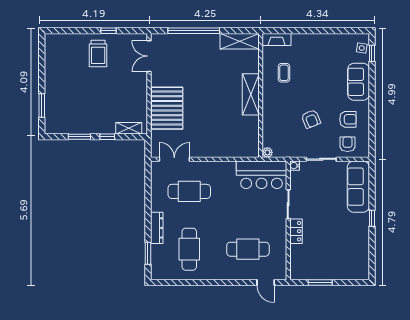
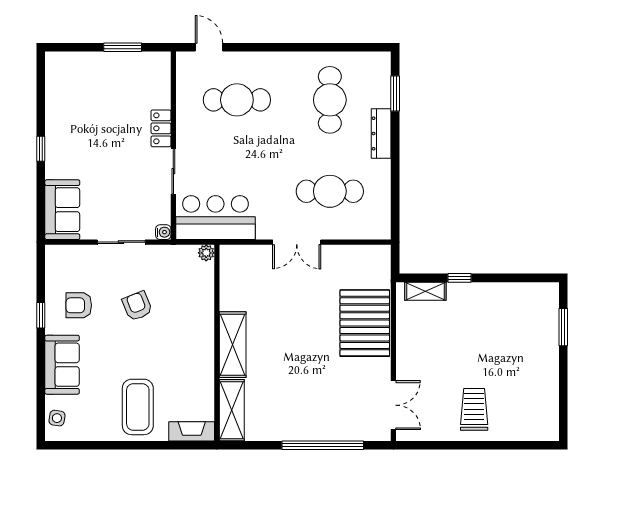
window: (109, 31) -> (457, 445), removed
shelving: (240, 41) -> (232, 410), moved, turned 90
window: (372, 53) -> (41, 315), moved
coffee table: (284, 73) -> (138, 407), moved, width x1.86, depth x1.72
window: (79, 137) -> (503, 278), removed
armchair: (348, 144) -> (79, 266), removed
double door: (174, 159) -> (297, 242), moved
sofa: (358, 187) -> (62, 210), width x0.73

